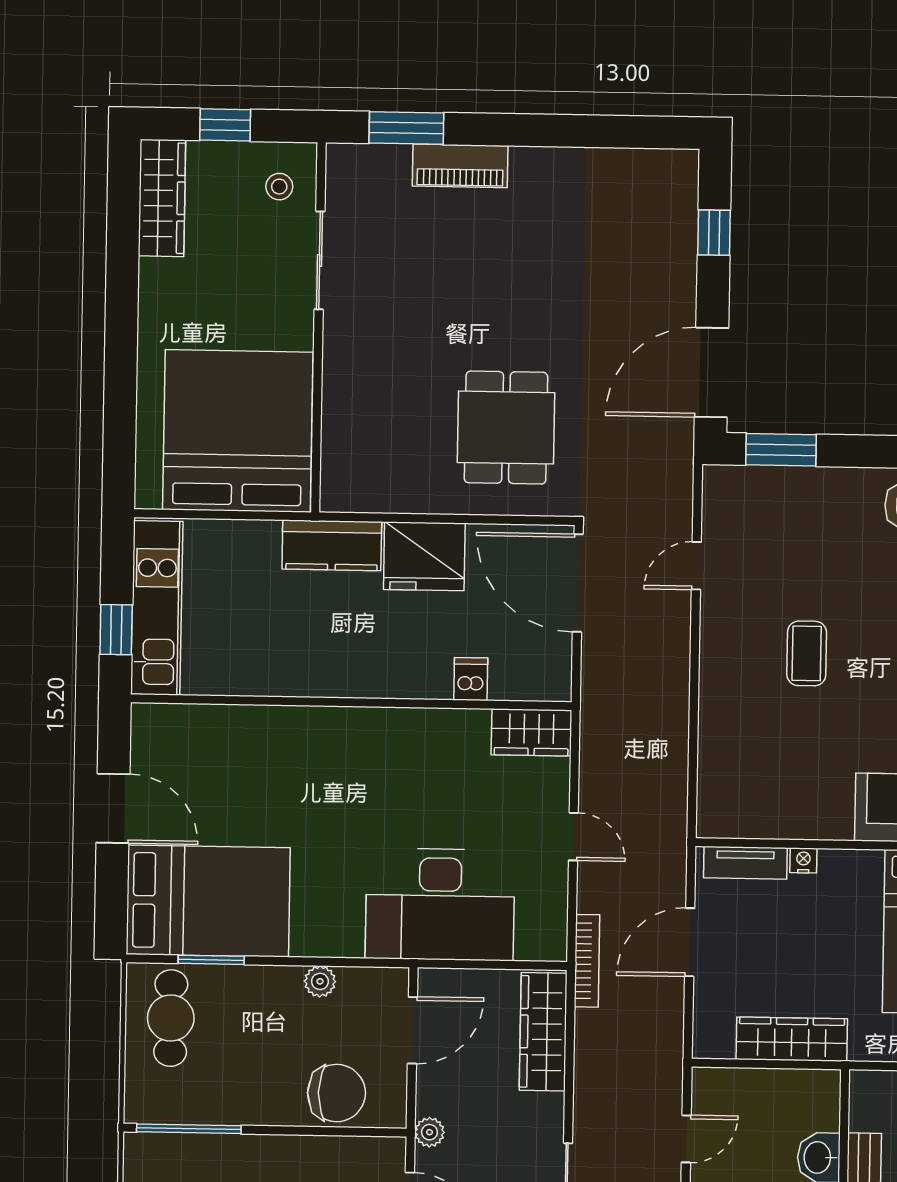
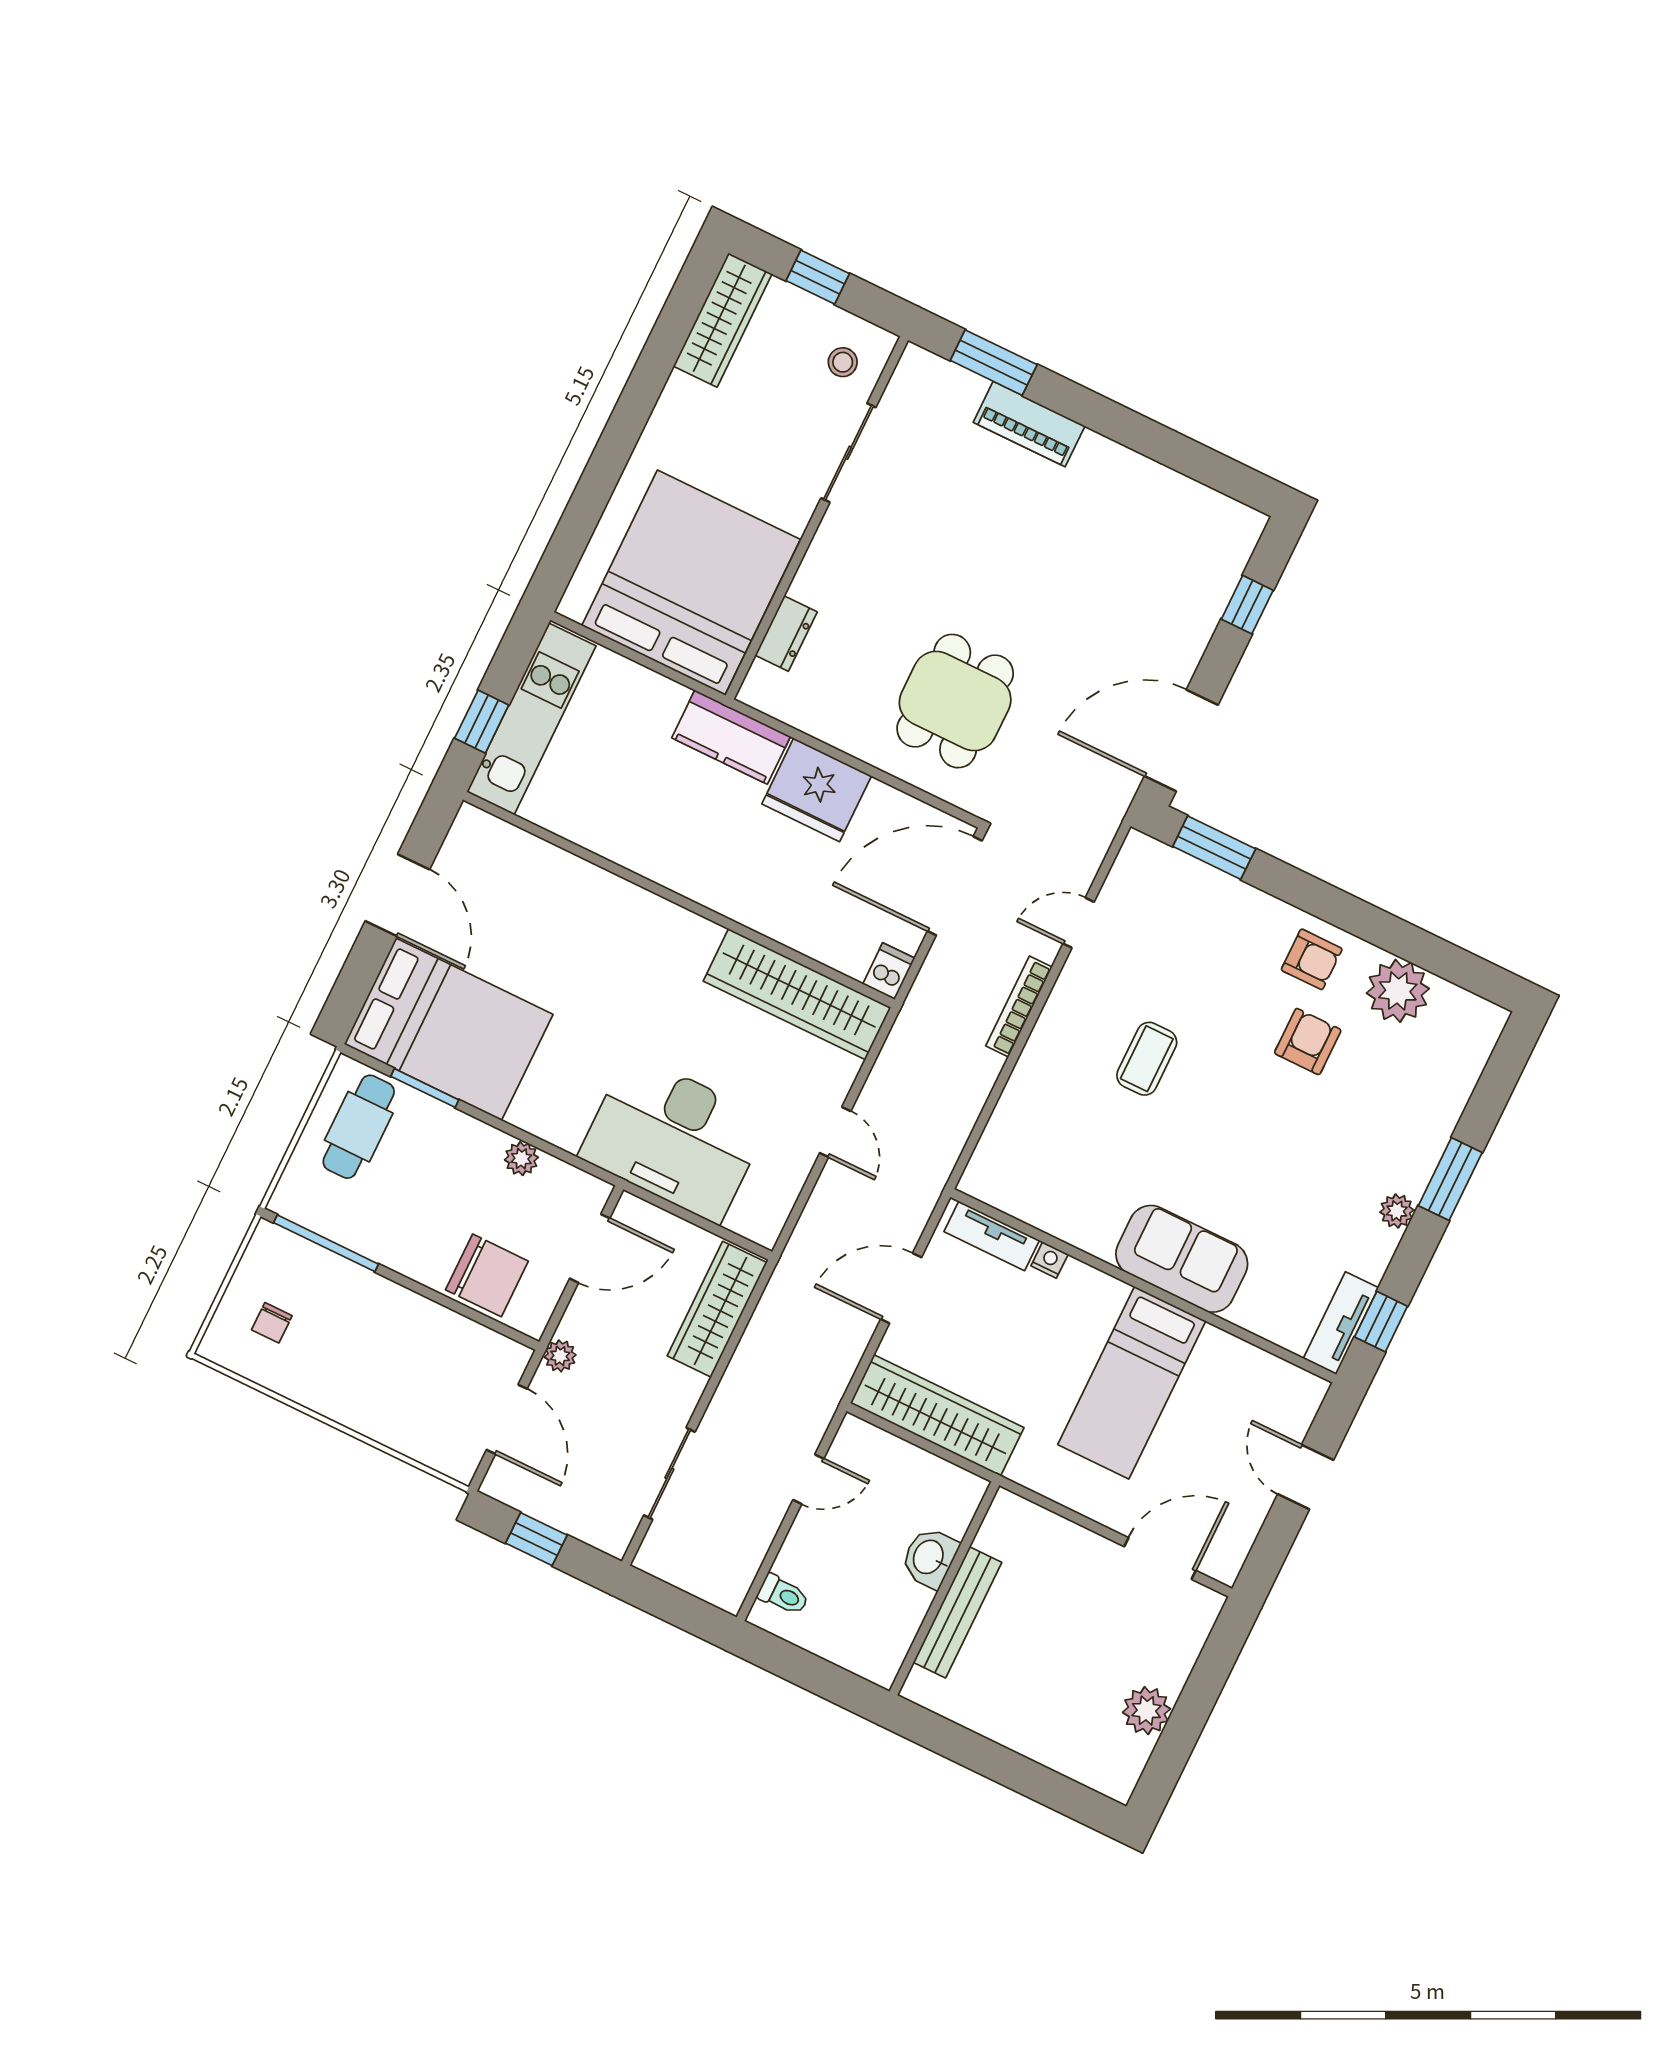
dresser: (338, 437) -> (786, 634), added
door: (578, 583) -> (955, 886), hinge flipped
dishwasher: (471, 679) -> (889, 971), moved
wardrobe: (531, 732) -> (797, 994), width x2.10, depth x1.17
bookcase: (587, 961) -> (1019, 1007), moved, turned 180
wardrobe: (792, 1039) -> (937, 1415), width x1.40, depth x1.17

